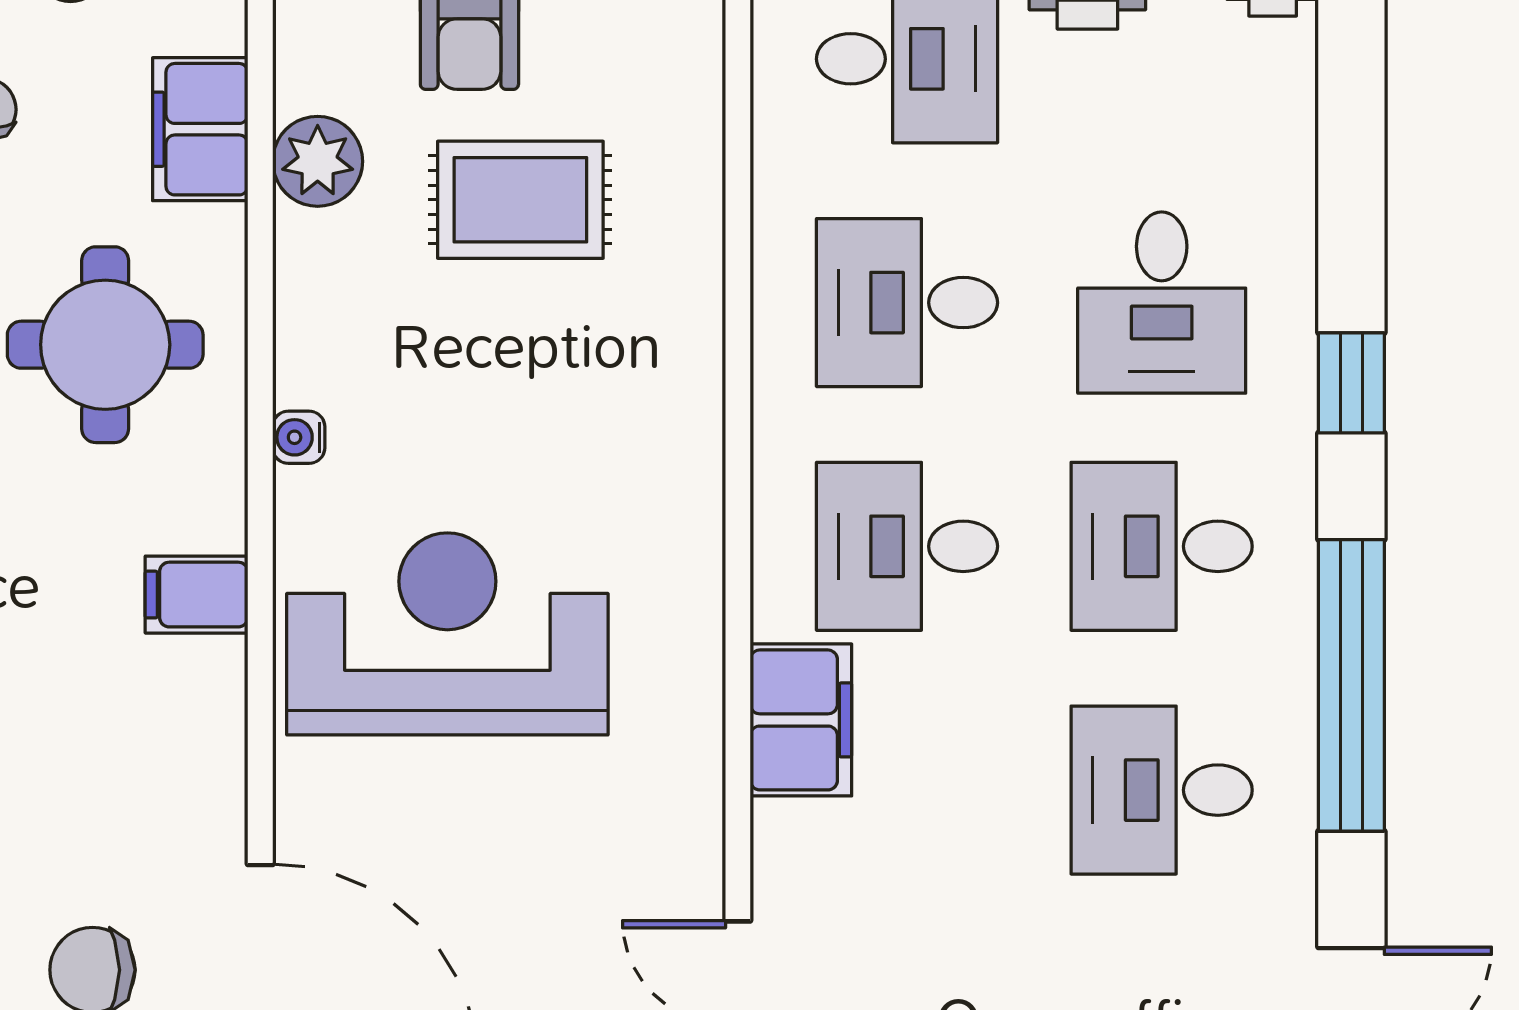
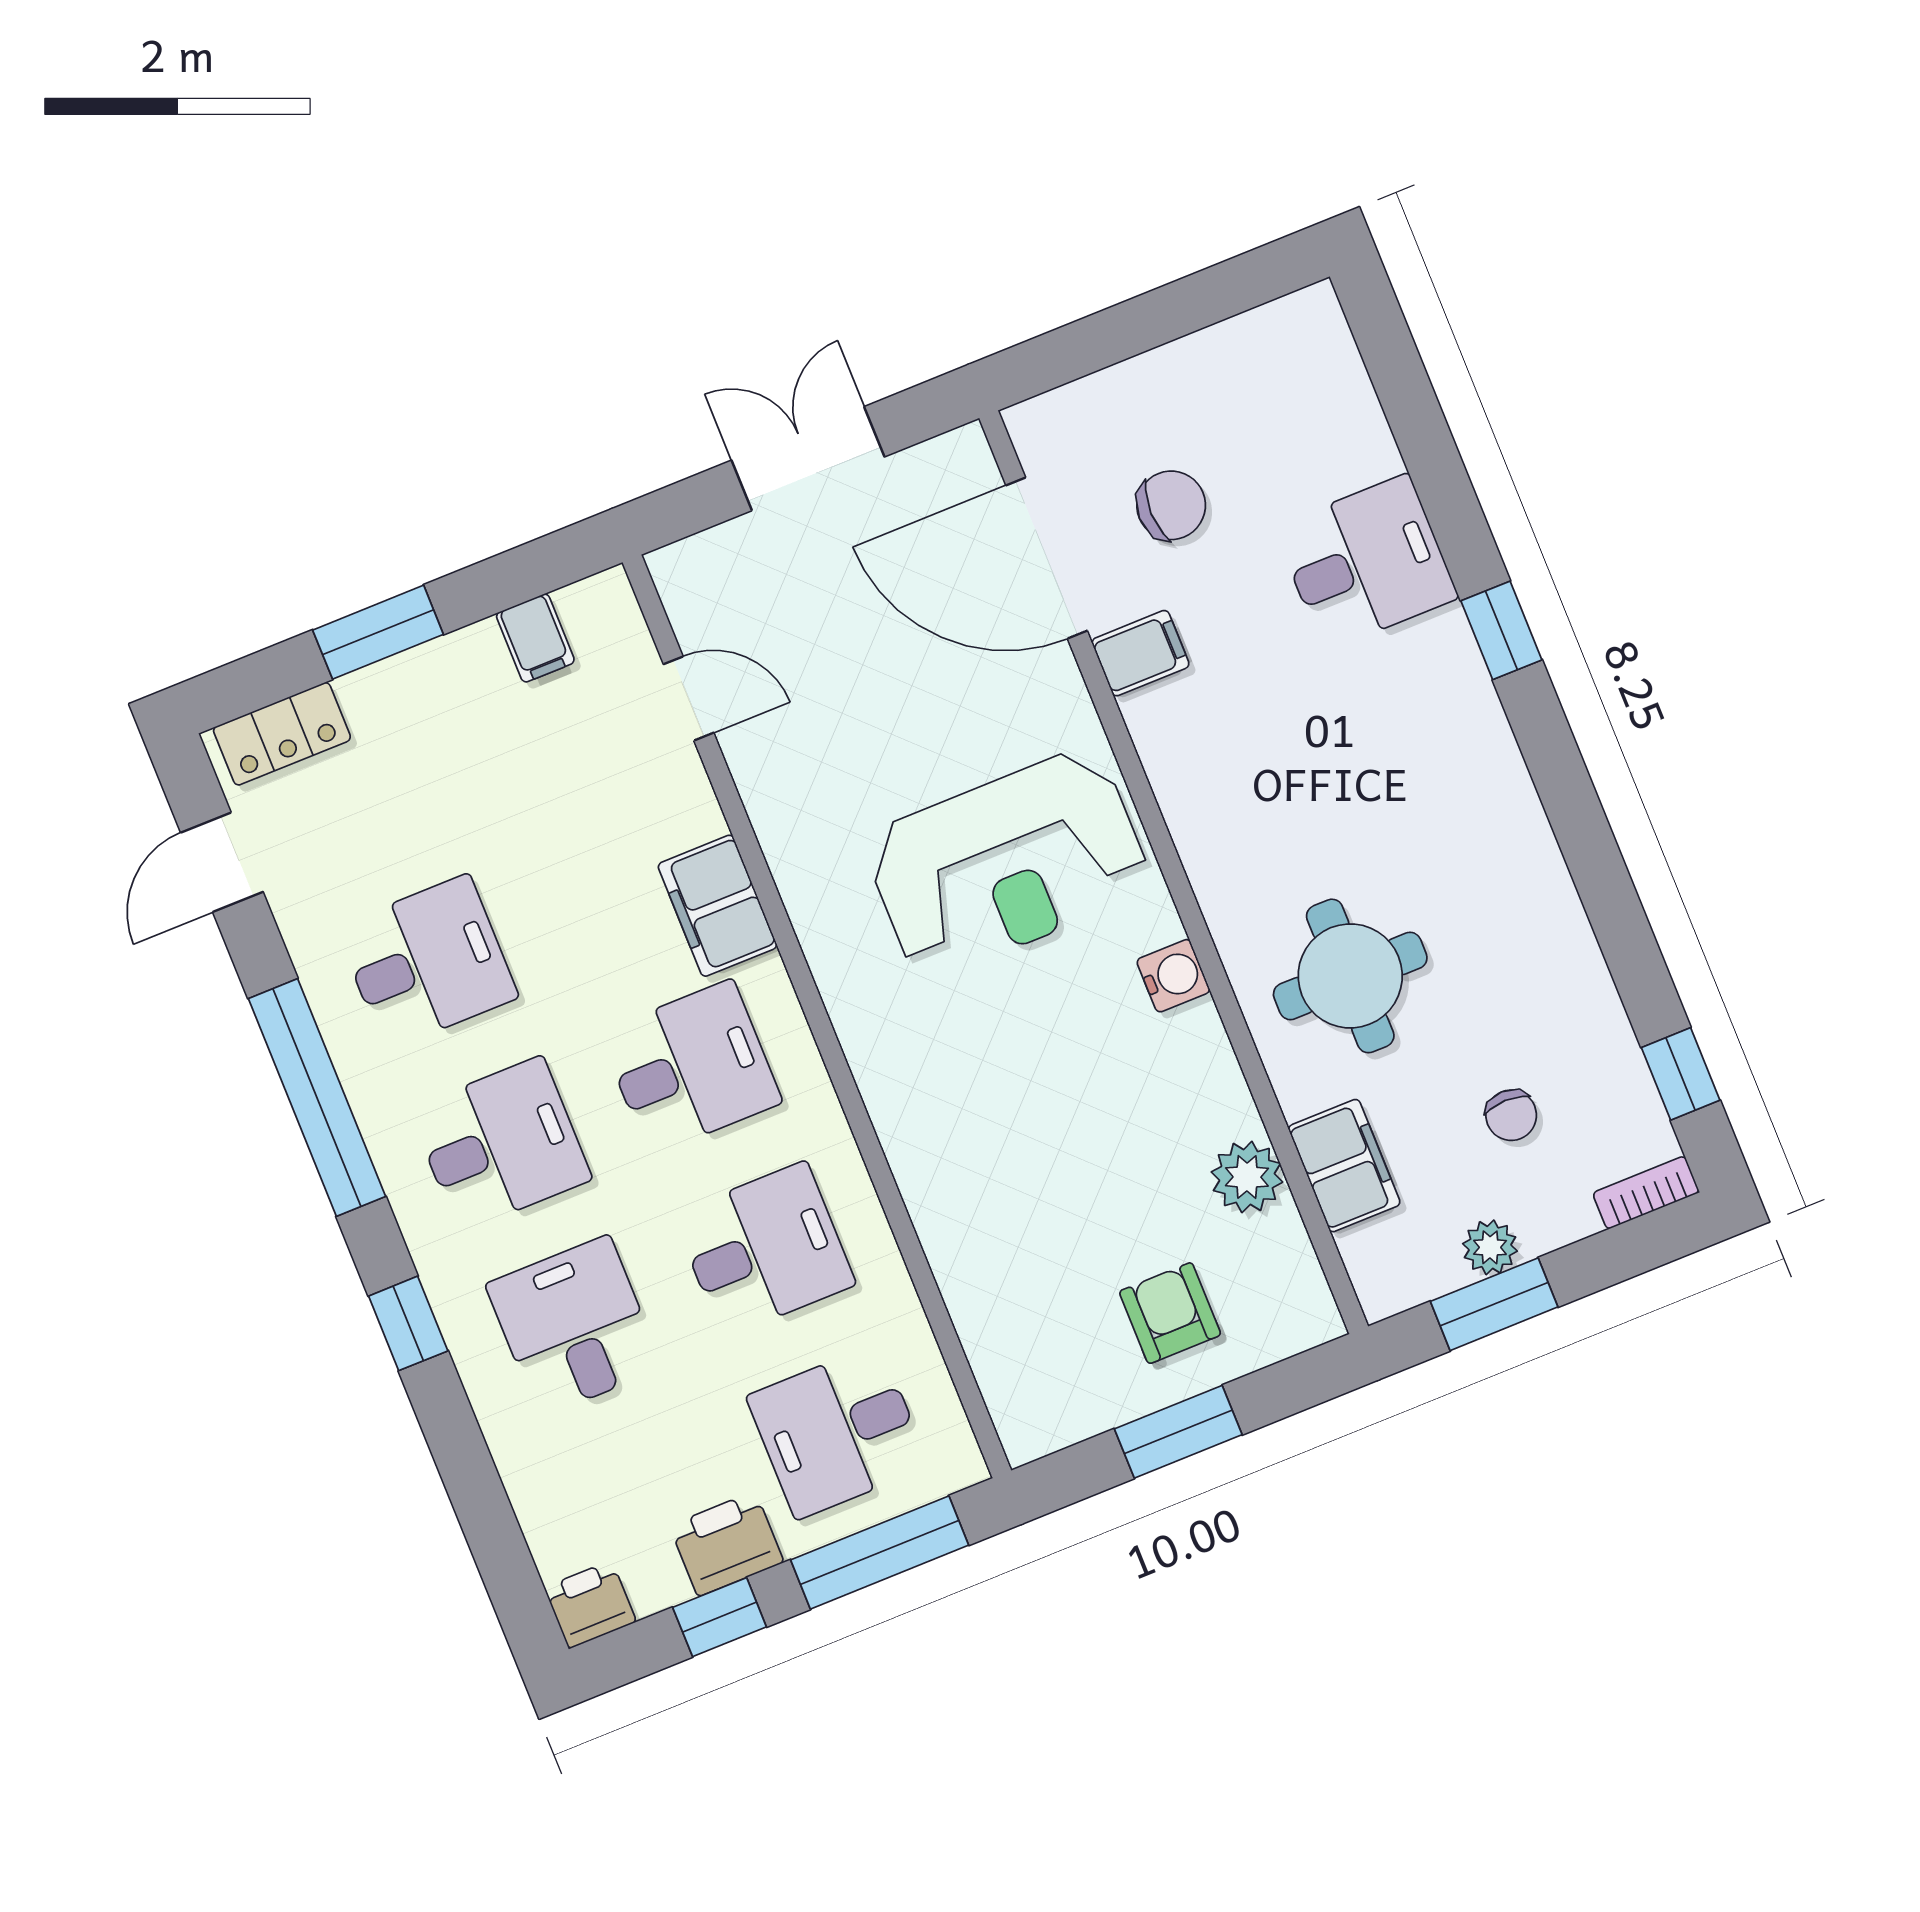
rug: (520, 200) -> (1084, 1209), removed
water cooler: (299, 437) -> (1173, 976), width x1.38, depth x1.38
filing cabinet: (197, 595) -> (1140, 653), moved

